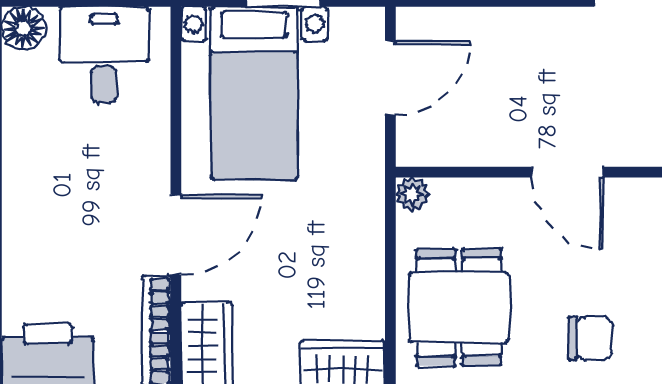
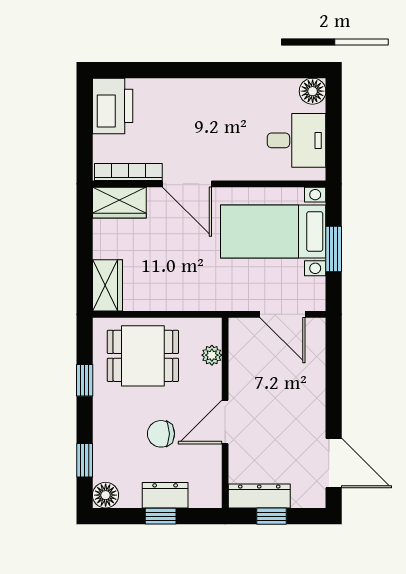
plant: (412, 194) -> (212, 355), moved
chair: (590, 338) -> (161, 434), moved, turned 90

